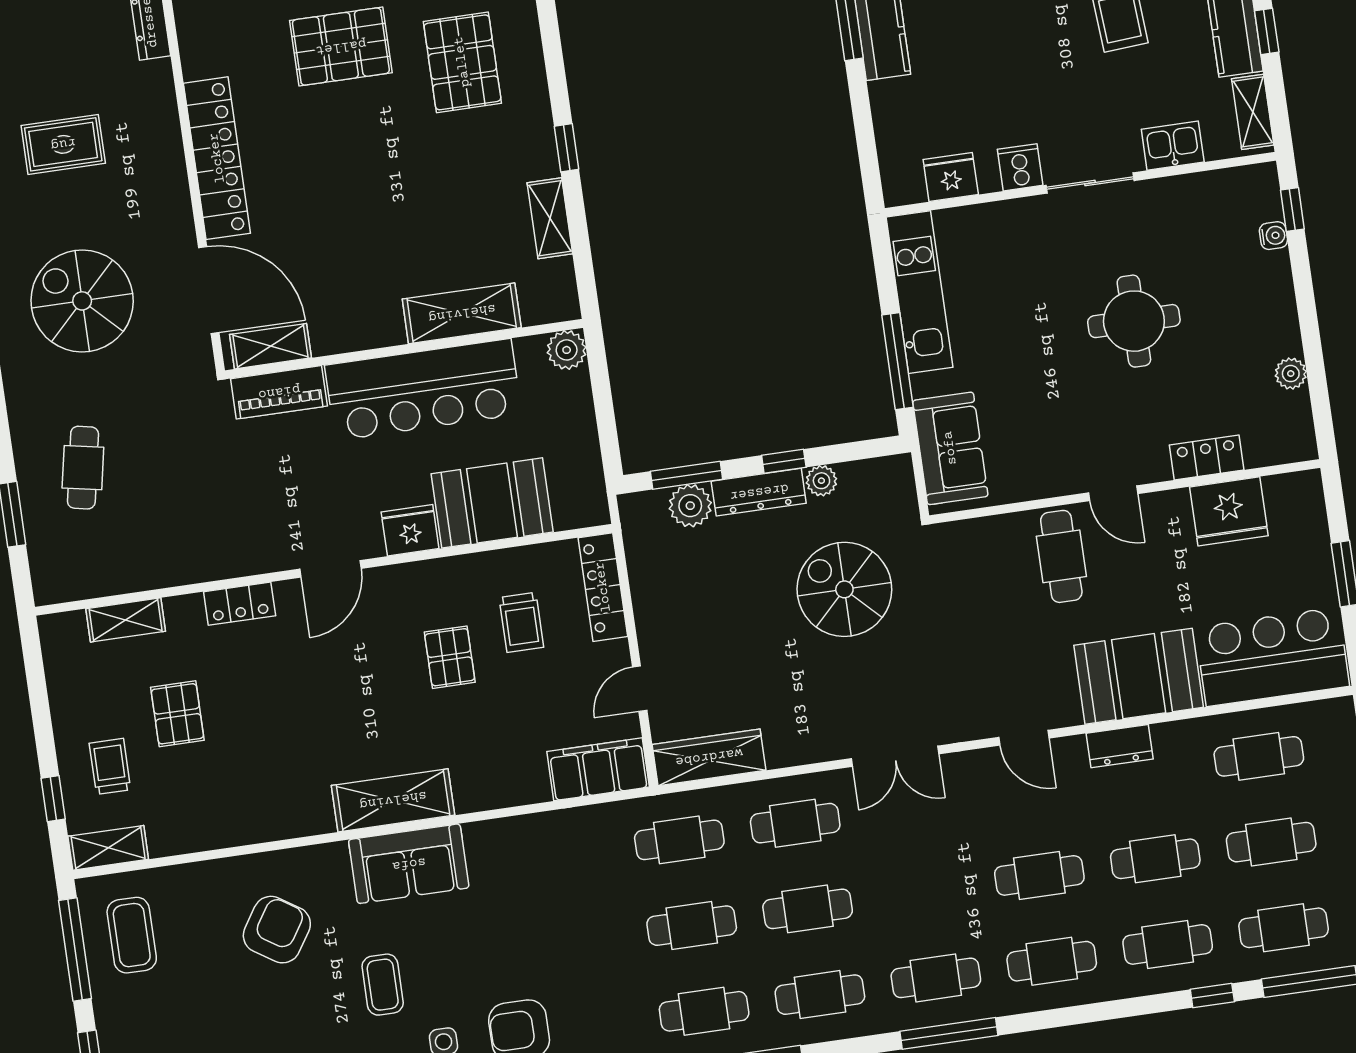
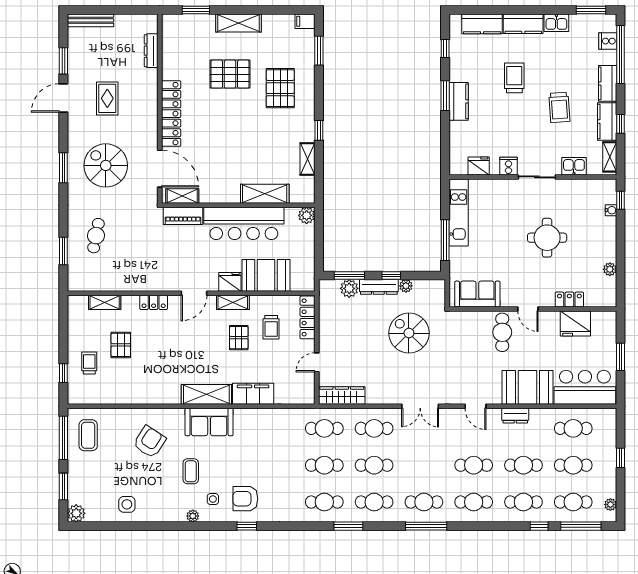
rug: (63, 144) -> (107, 98), turned 90
sofa: (950, 448) -> (477, 294), moved, turned -90
filing cabinet: (598, 769) -> (253, 394), moved
shelving: (108, 848) -> (233, 302), moved

